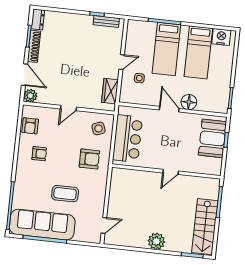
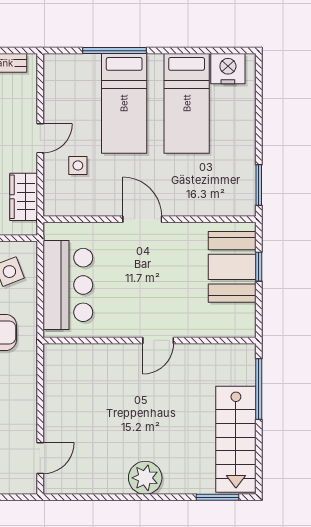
floor lamp: (189, 102) -> (179, 201), removed

